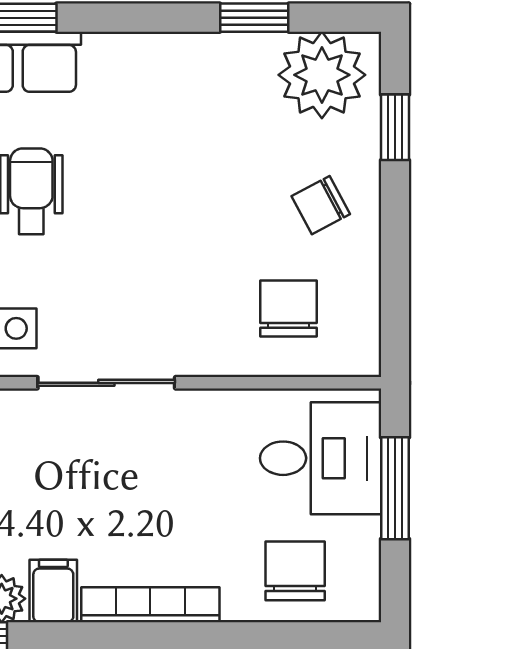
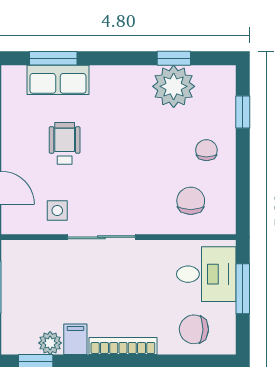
plant: (322, 75) -> (174, 86), moved
chair: (321, 205) -> (206, 150), turned 118
chair: (295, 571) -> (194, 329), turned -88

